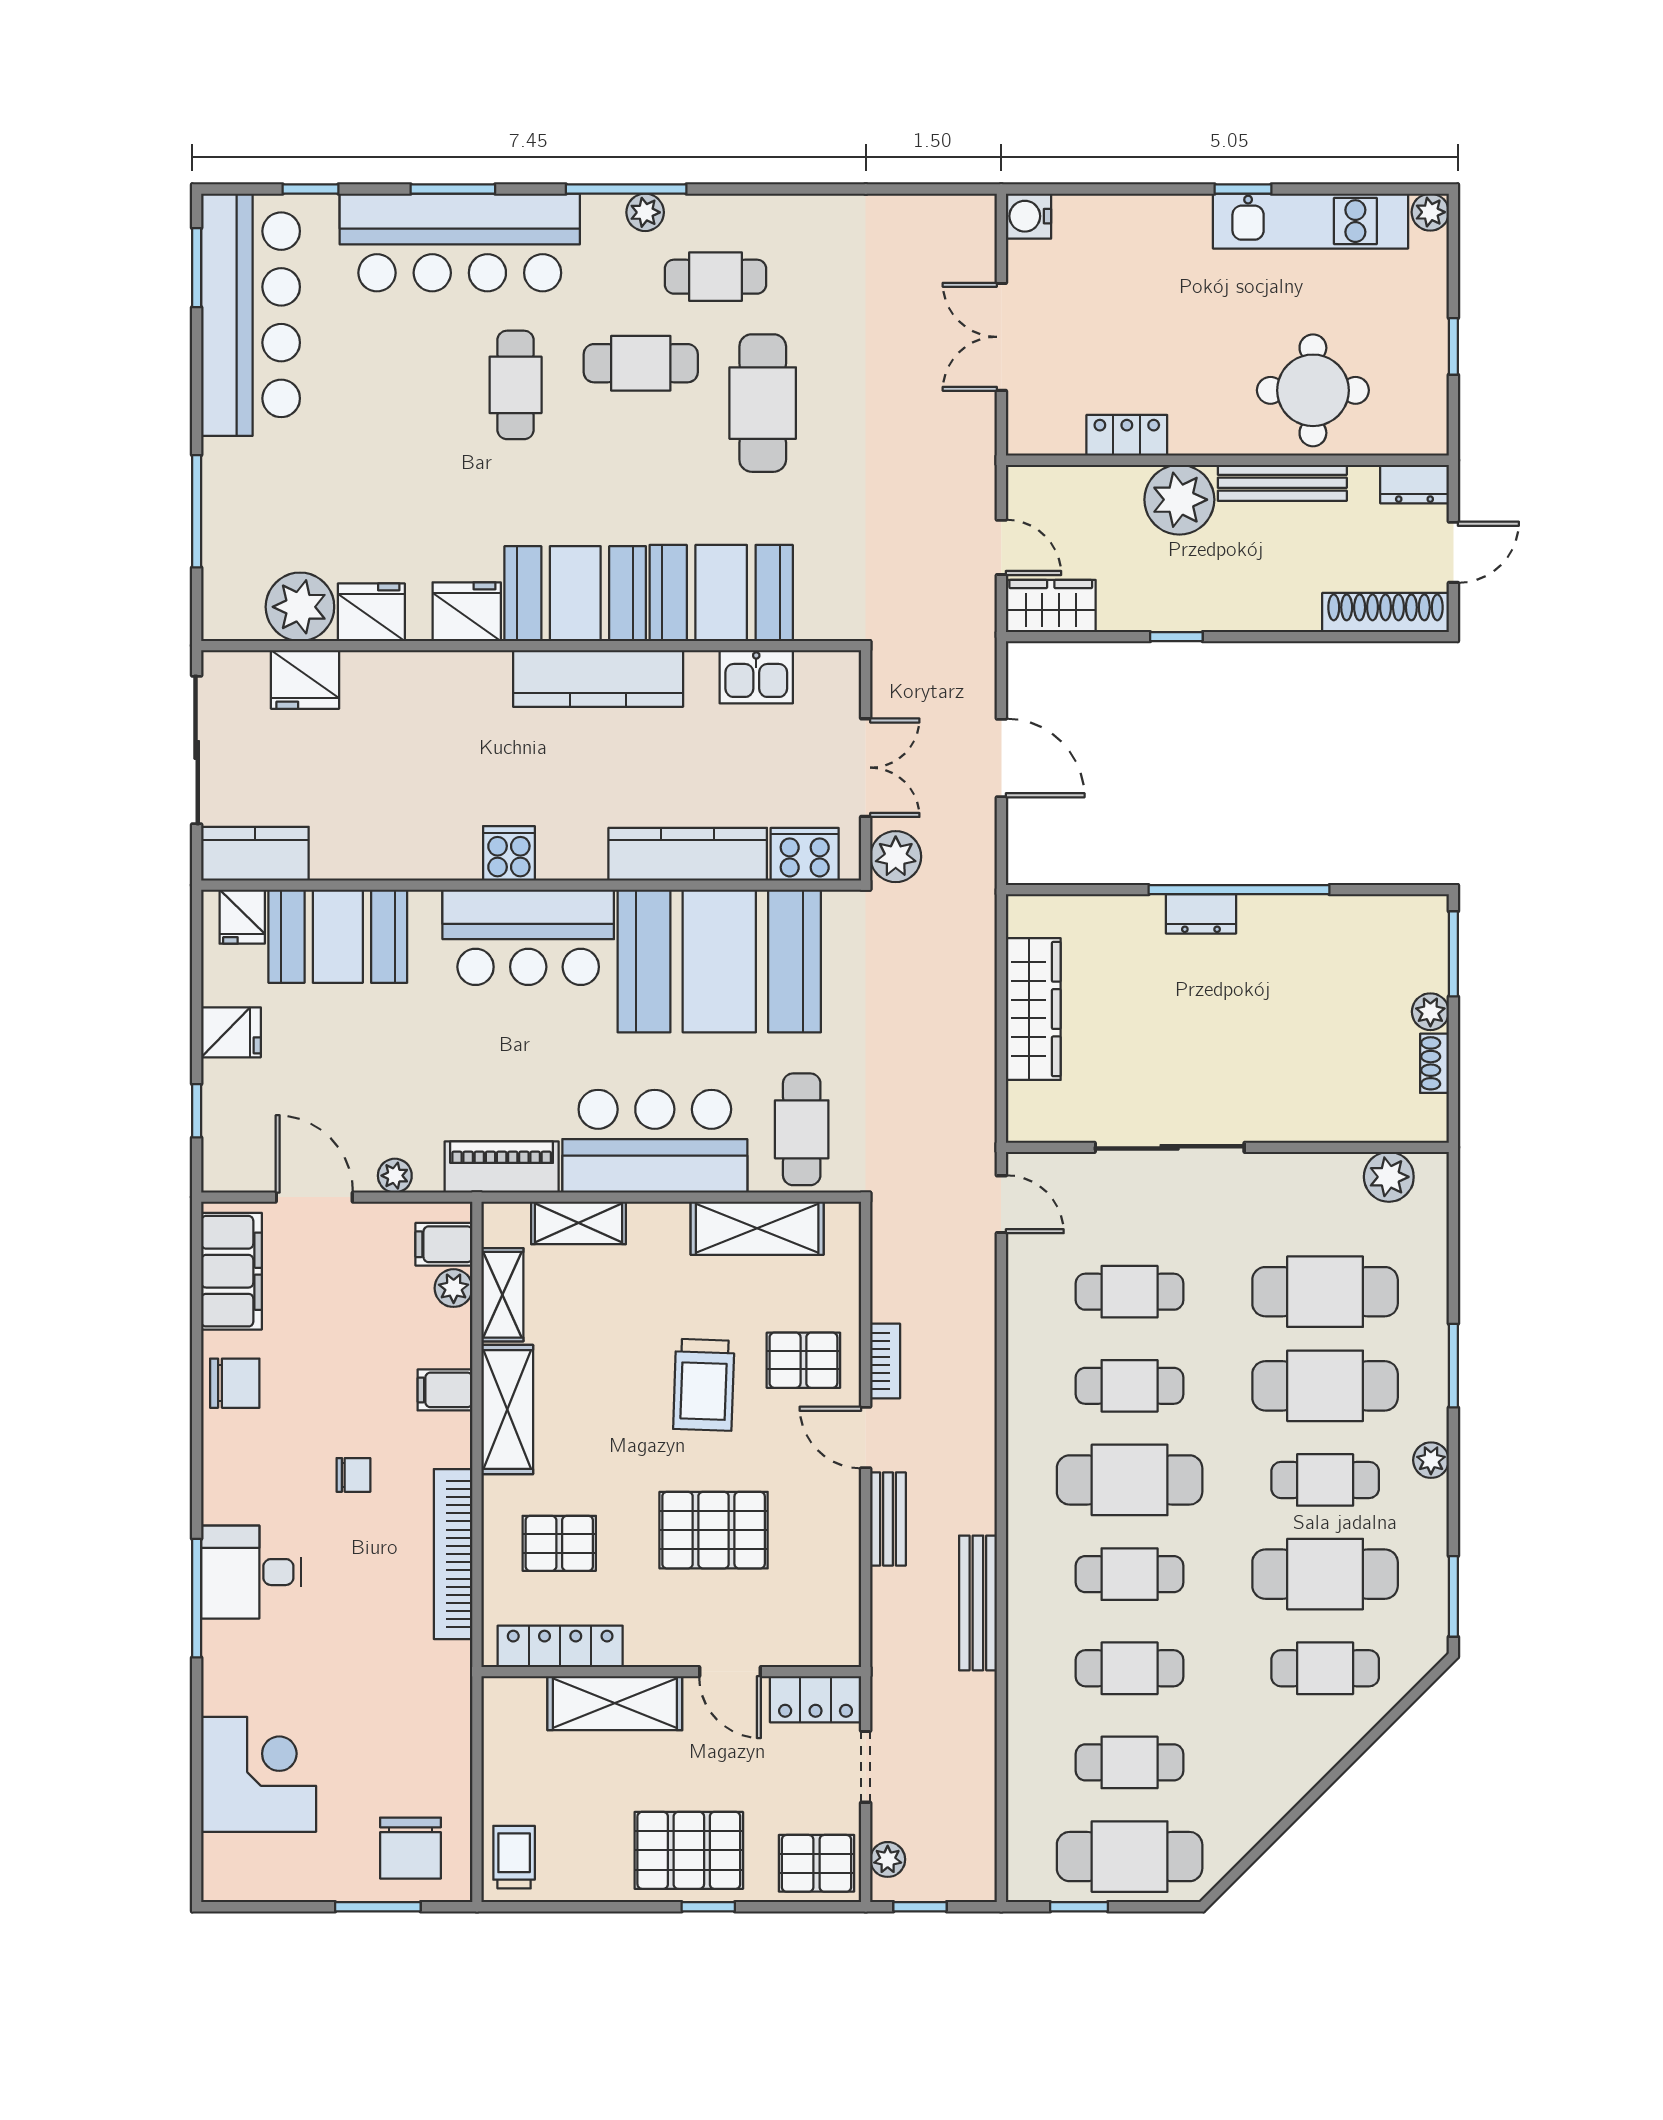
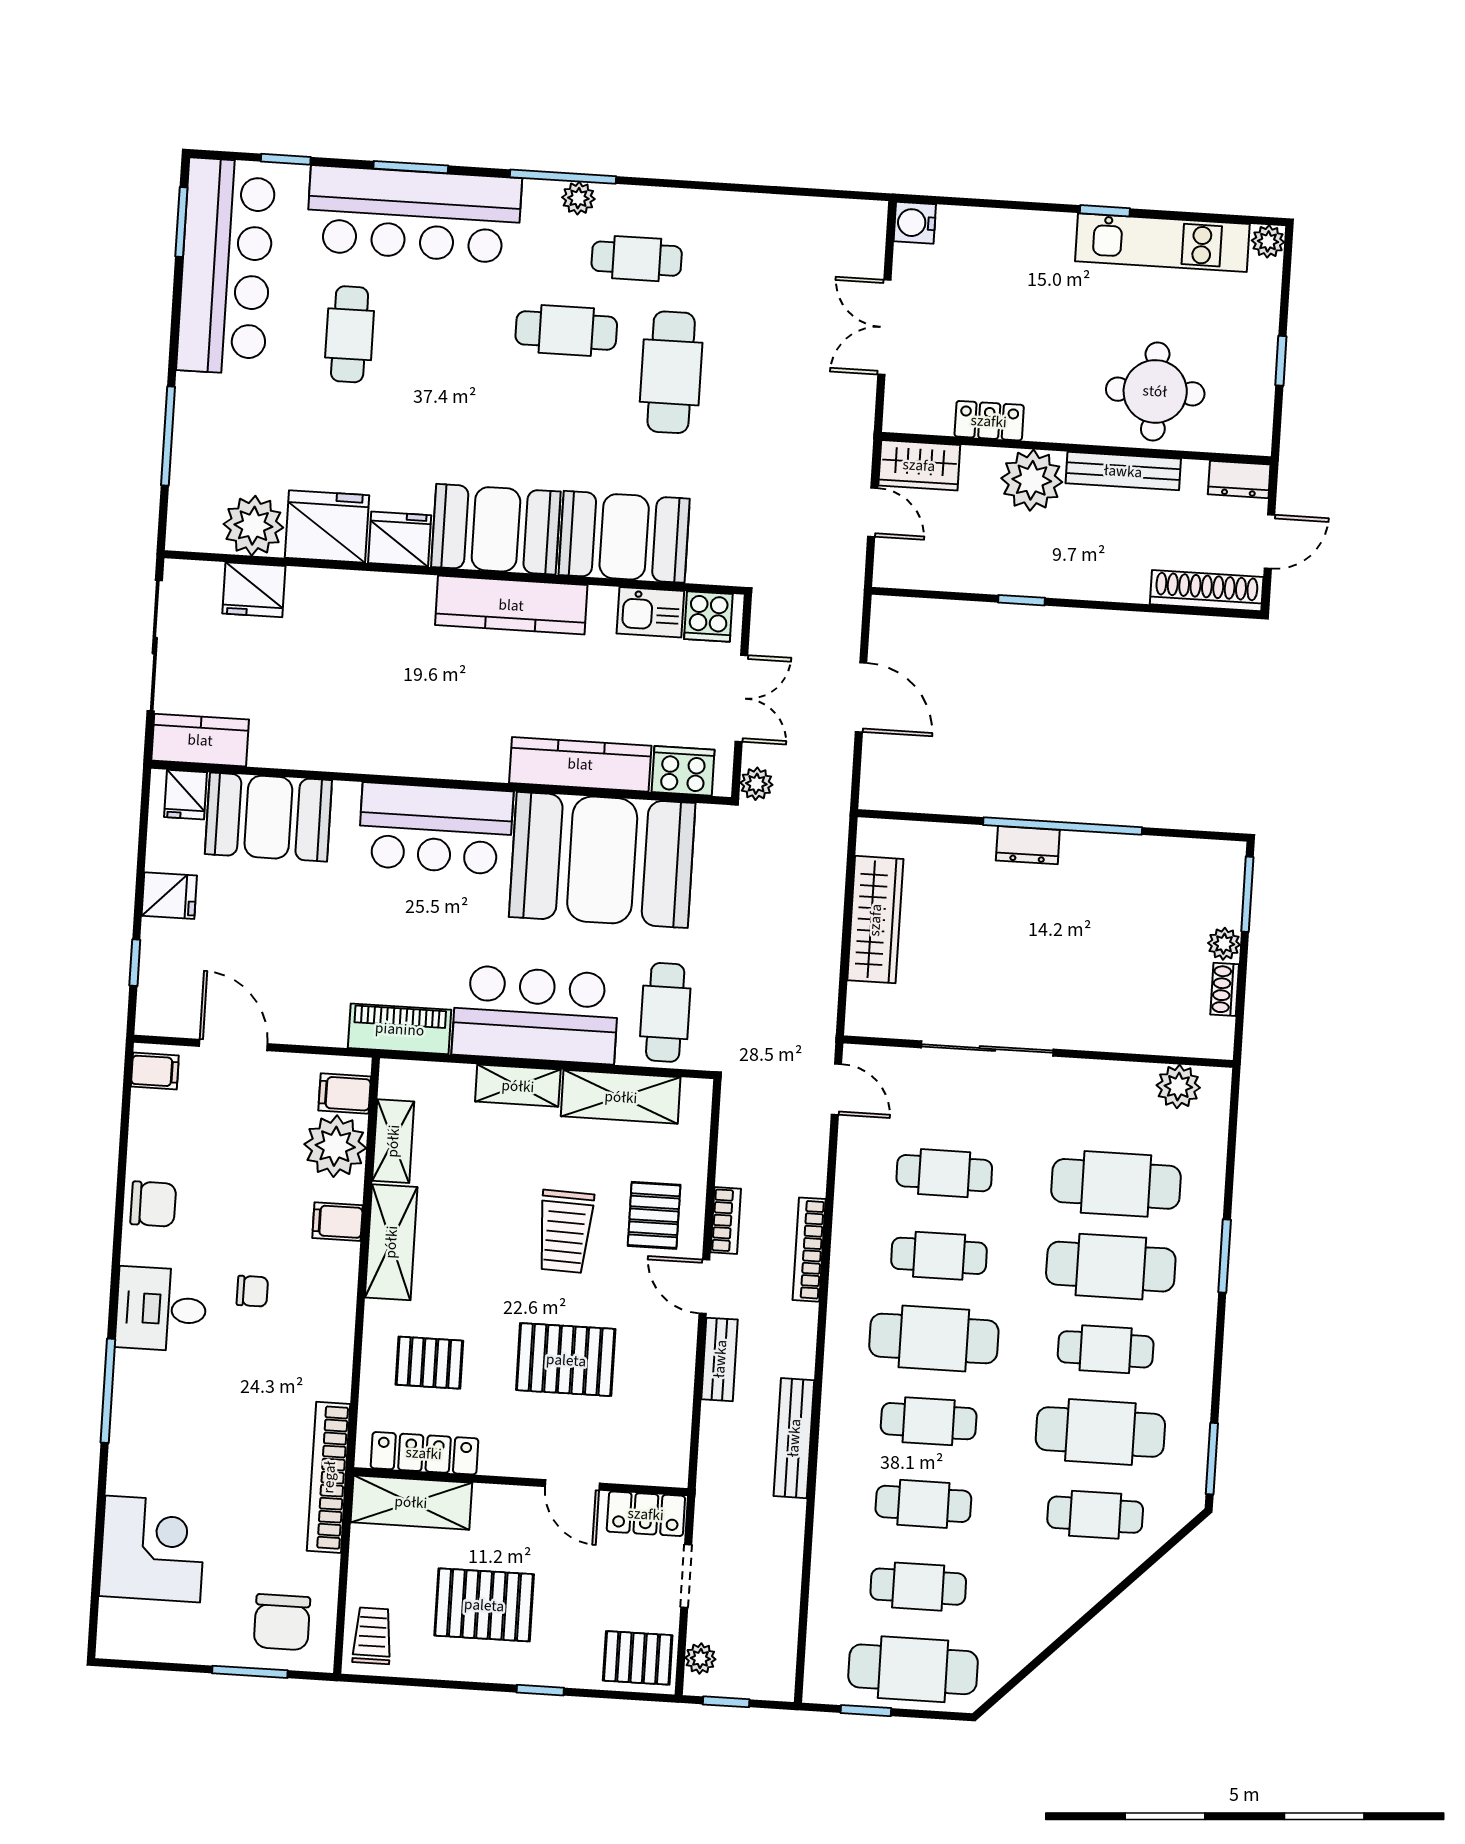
cafe table: (516, 385) -> (350, 334), moved
wardrobe: (1051, 606) -> (919, 465), moved, turned 180
fridge: (371, 612) -> (327, 526), width x1.36, depth x1.34
cooker: (509, 853) -> (708, 617), moved, turned 180
plant: (896, 857) -> (756, 784), width x0.73, depth x0.73
plant: (395, 1176) -> (305, 1031), removed
shelving: (578, 1223) -> (518, 1086), moved
filing cabinet: (231, 1271) -> (155, 1071), width x0.33, depth x0.86
plant: (454, 1288) -> (335, 1146), width x1.88, depth x1.88
pallet: (803, 1360) -> (654, 1215), turned 90
bookcase: (982, 1388) -> (809, 1250), added
plant: (1431, 1460) -> (1200, 1338), removed
bookcase: (453, 1554) -> (329, 1477), moved
desk: (251, 1572) -> (161, 1309), moved
shelving: (615, 1703) -> (411, 1502), moved
pallet: (689, 1850) -> (484, 1605), moved

